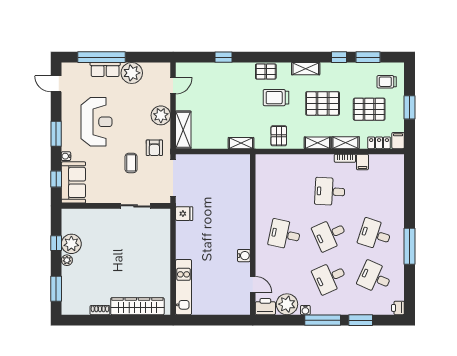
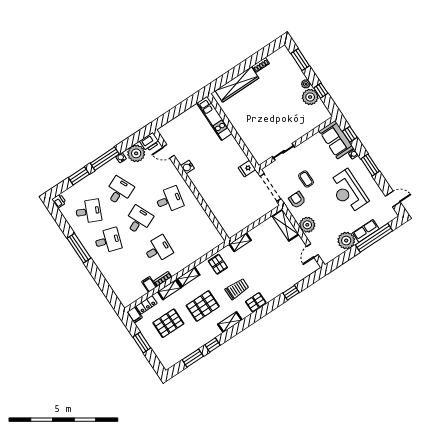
trolley: (387, 82) -> (169, 350), removed

